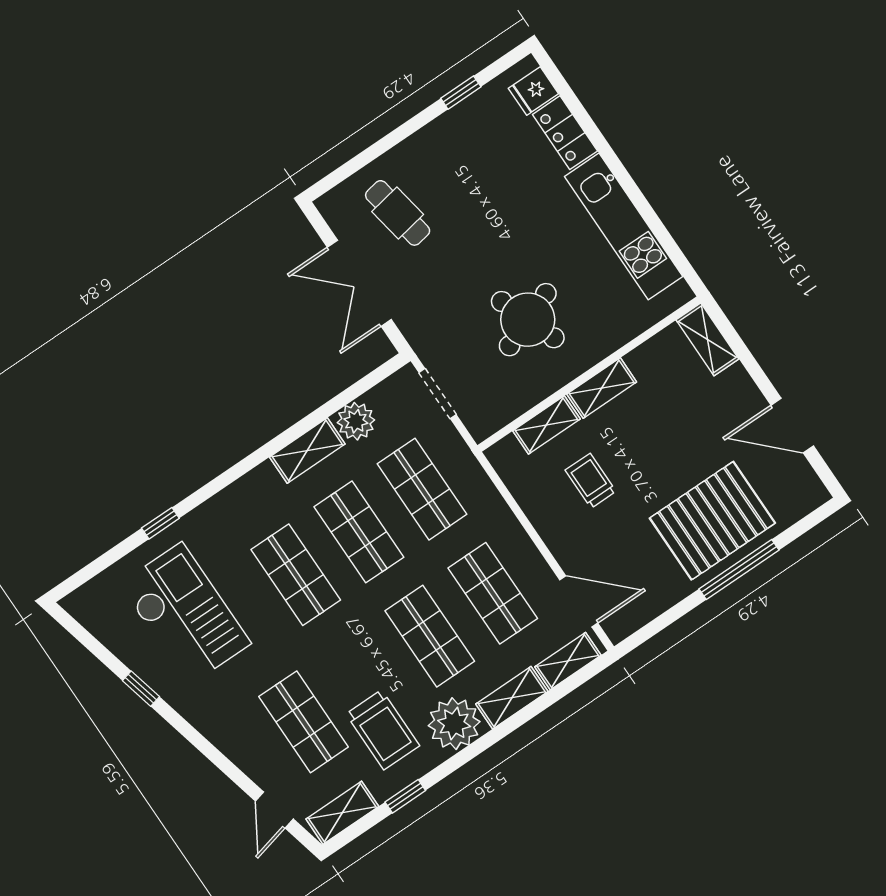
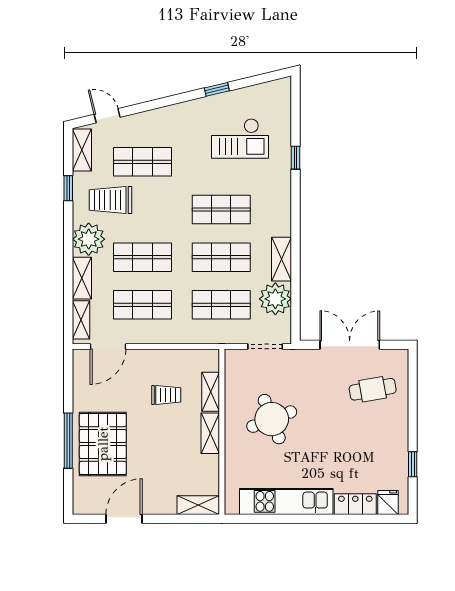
plant: (356, 421) -> (275, 299), width x1.36, depth x1.36
checkout: (185, 614) -> (240, 138), width x0.73, depth x0.83

